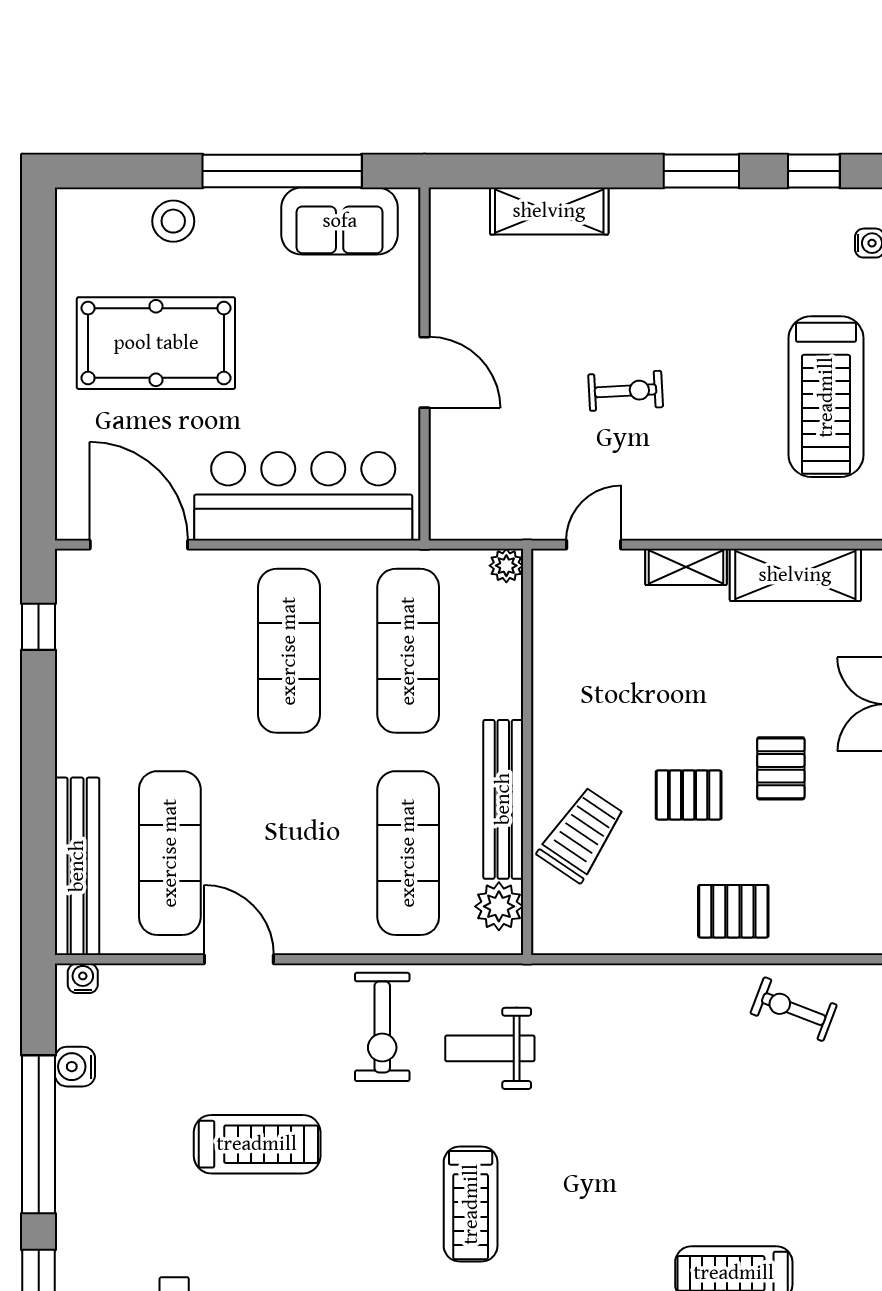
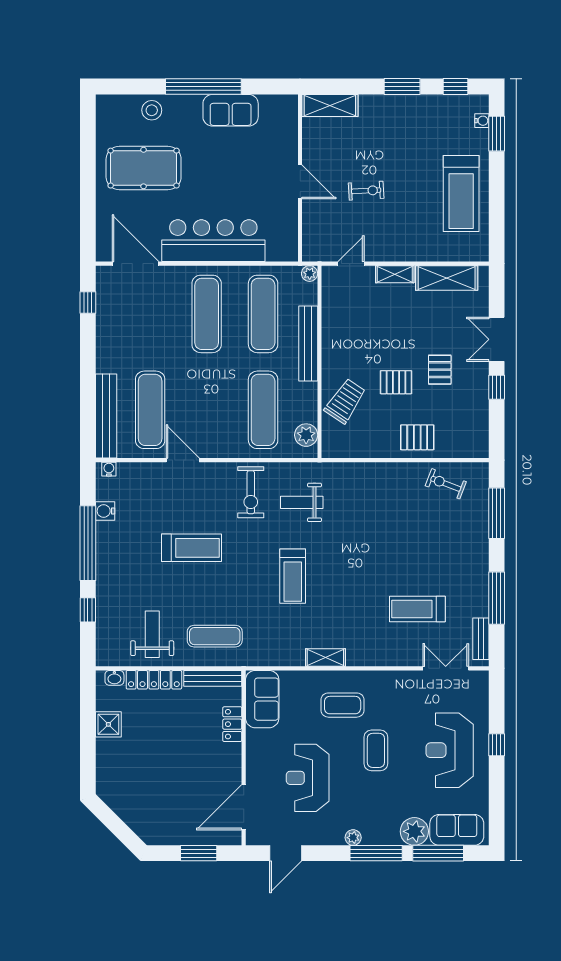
wall: (424, 364) -> (300, 178), moved
door: (424, 372) -> (300, 182), moved
bench: (503, 799) -> (308, 344), moved

